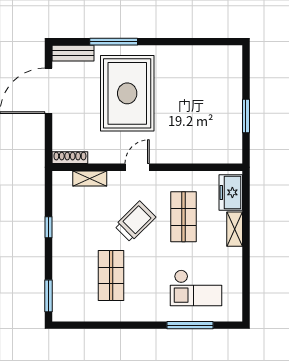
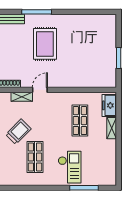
rug: (127, 93) -> (45, 44), width x0.73, depth x0.69
door: (137, 167) -> (40, 90), moved
trolley: (135, 222) -> (18, 132), moved
checkout: (196, 288) -> (70, 167), moved, turned -90

